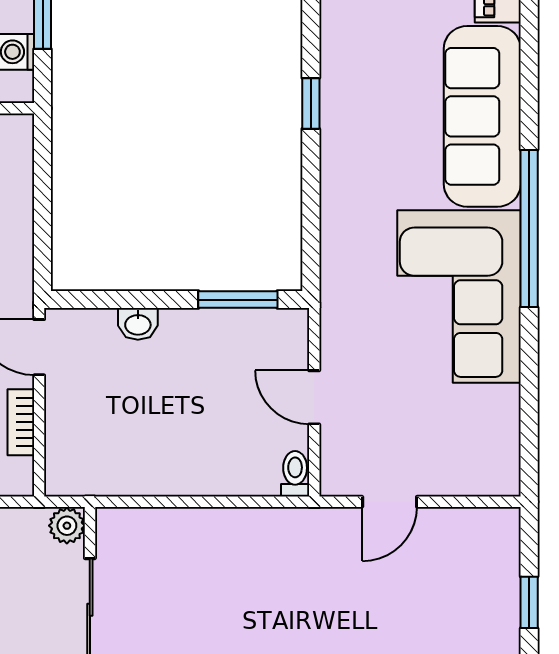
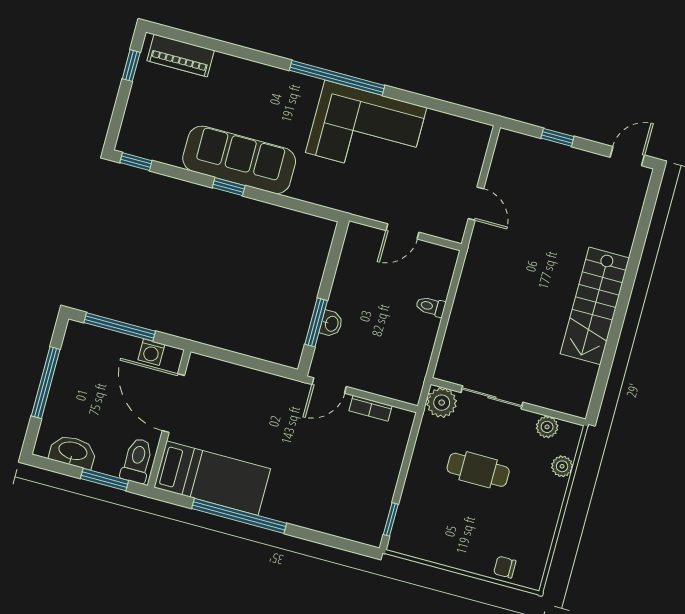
sofa: (482, 116) -> (239, 160), moved, turned 180
window: (238, 300) -> (316, 322), moved
toilet: (295, 474) -> (431, 306), moved
plant: (67, 526) -> (442, 403), width x1.38, depth x1.38

